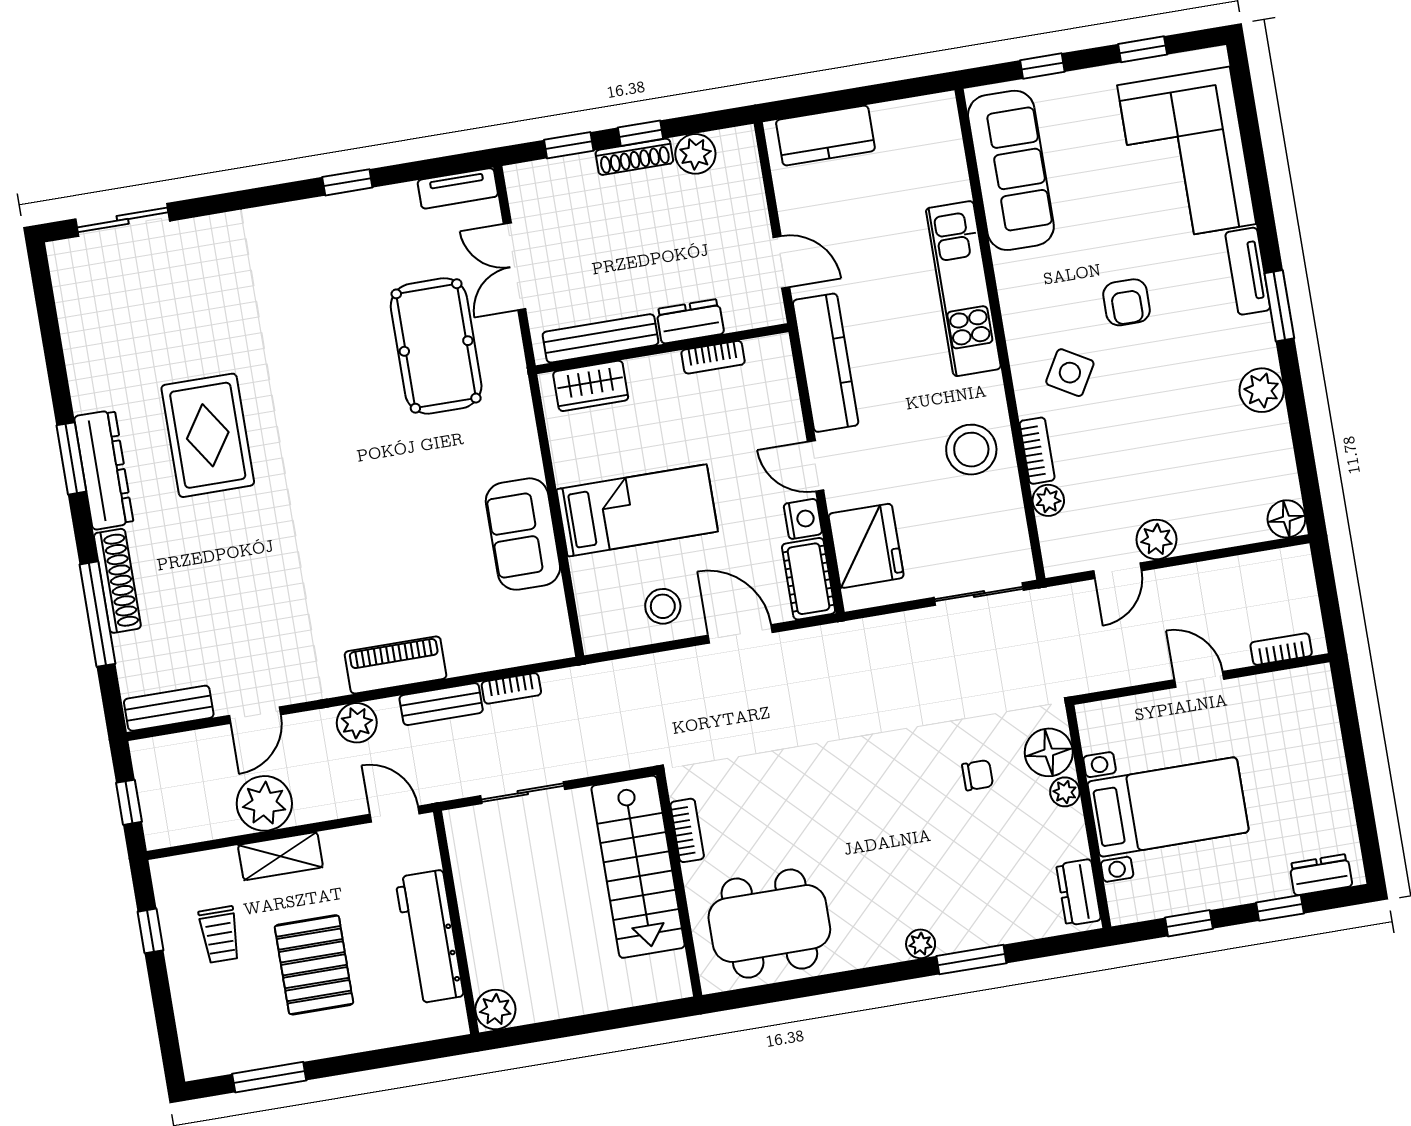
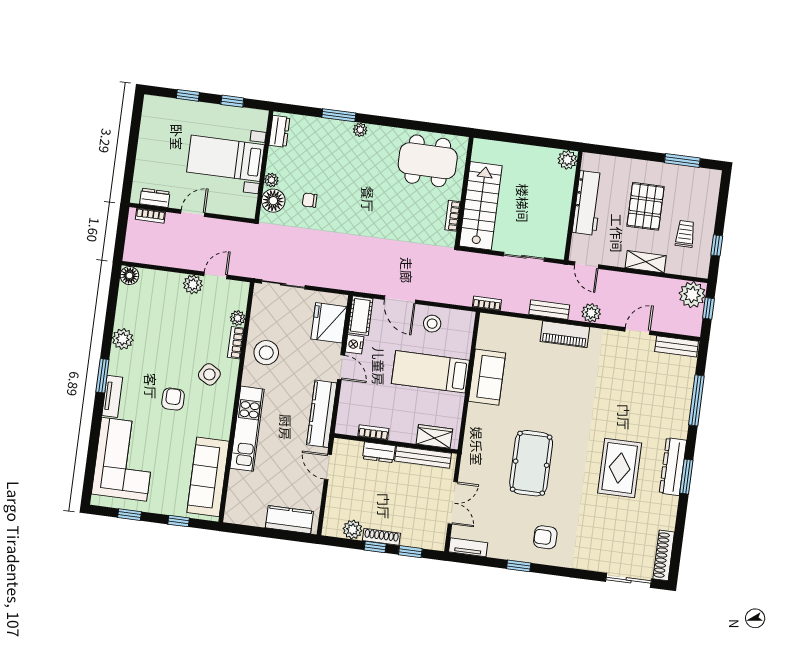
armchair: (312, 254) -> (545, 537), added
pool table: (436, 346) -> (531, 463), moved
shoe rack: (117, 581) -> (664, 555), moved
door: (1199, 679) -> (193, 213), swing flipped
bookcase: (511, 688) -> (487, 303), moved
plant: (264, 803) -> (692, 295), moved
dresser: (1321, 875) -> (155, 198), moved, turned 180

